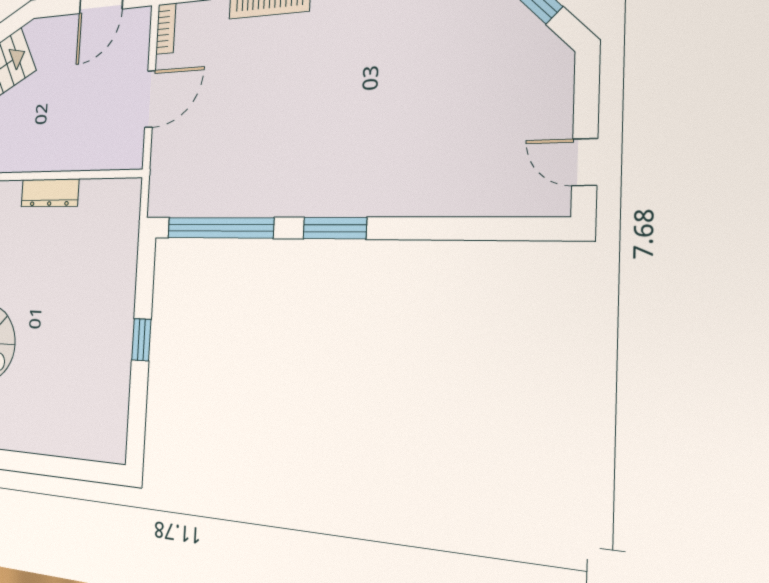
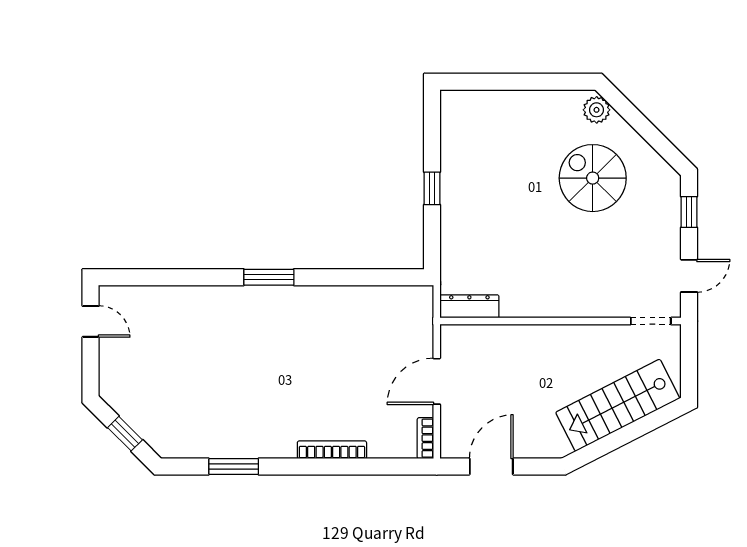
dresser: (50, 193) -> (469, 306), moved
window: (220, 228) -> (365, 277), removed

